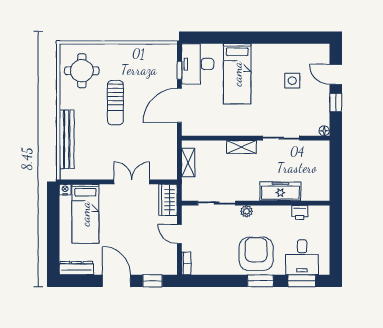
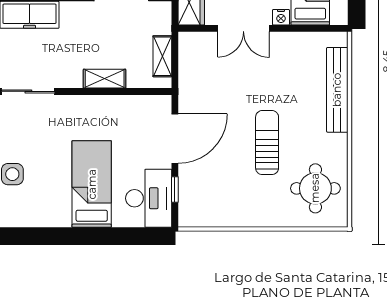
shelving: (242, 147) -> (105, 79), moved
nightstand: (65, 190) -> (281, 17), moved

